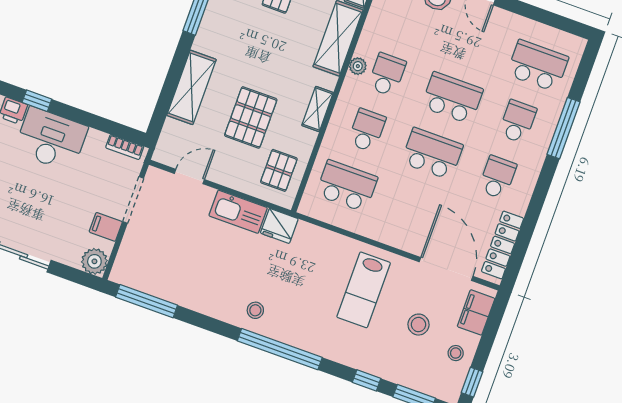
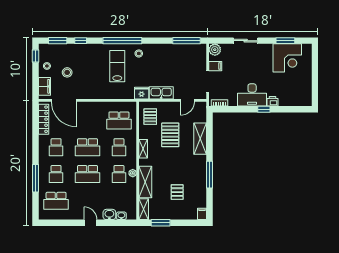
lab bench: (364, 290) -> (117, 66), moved

